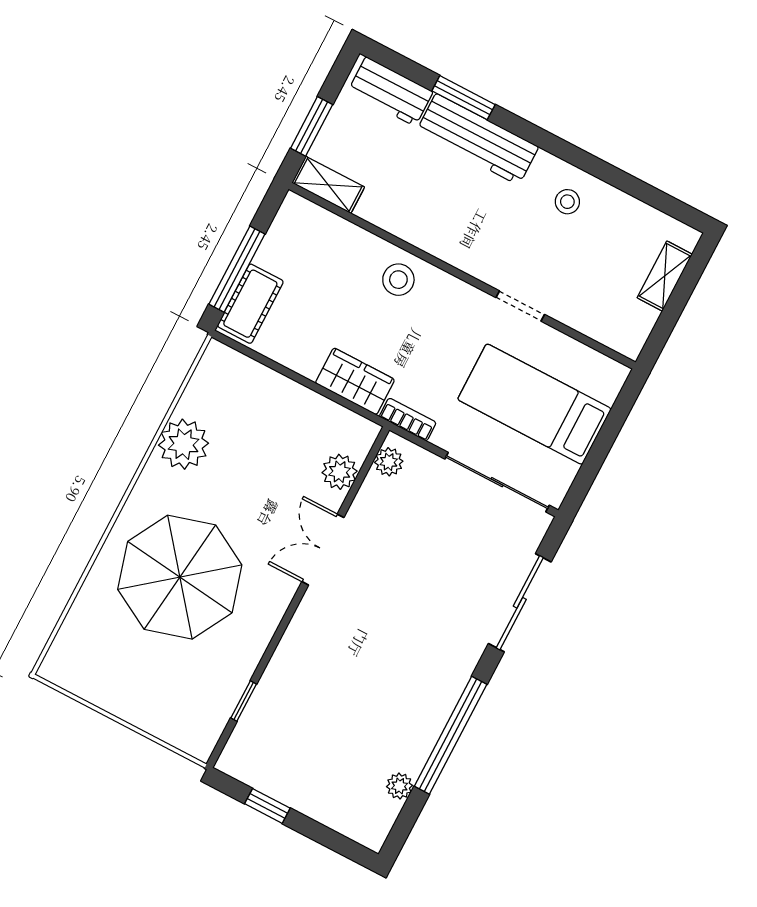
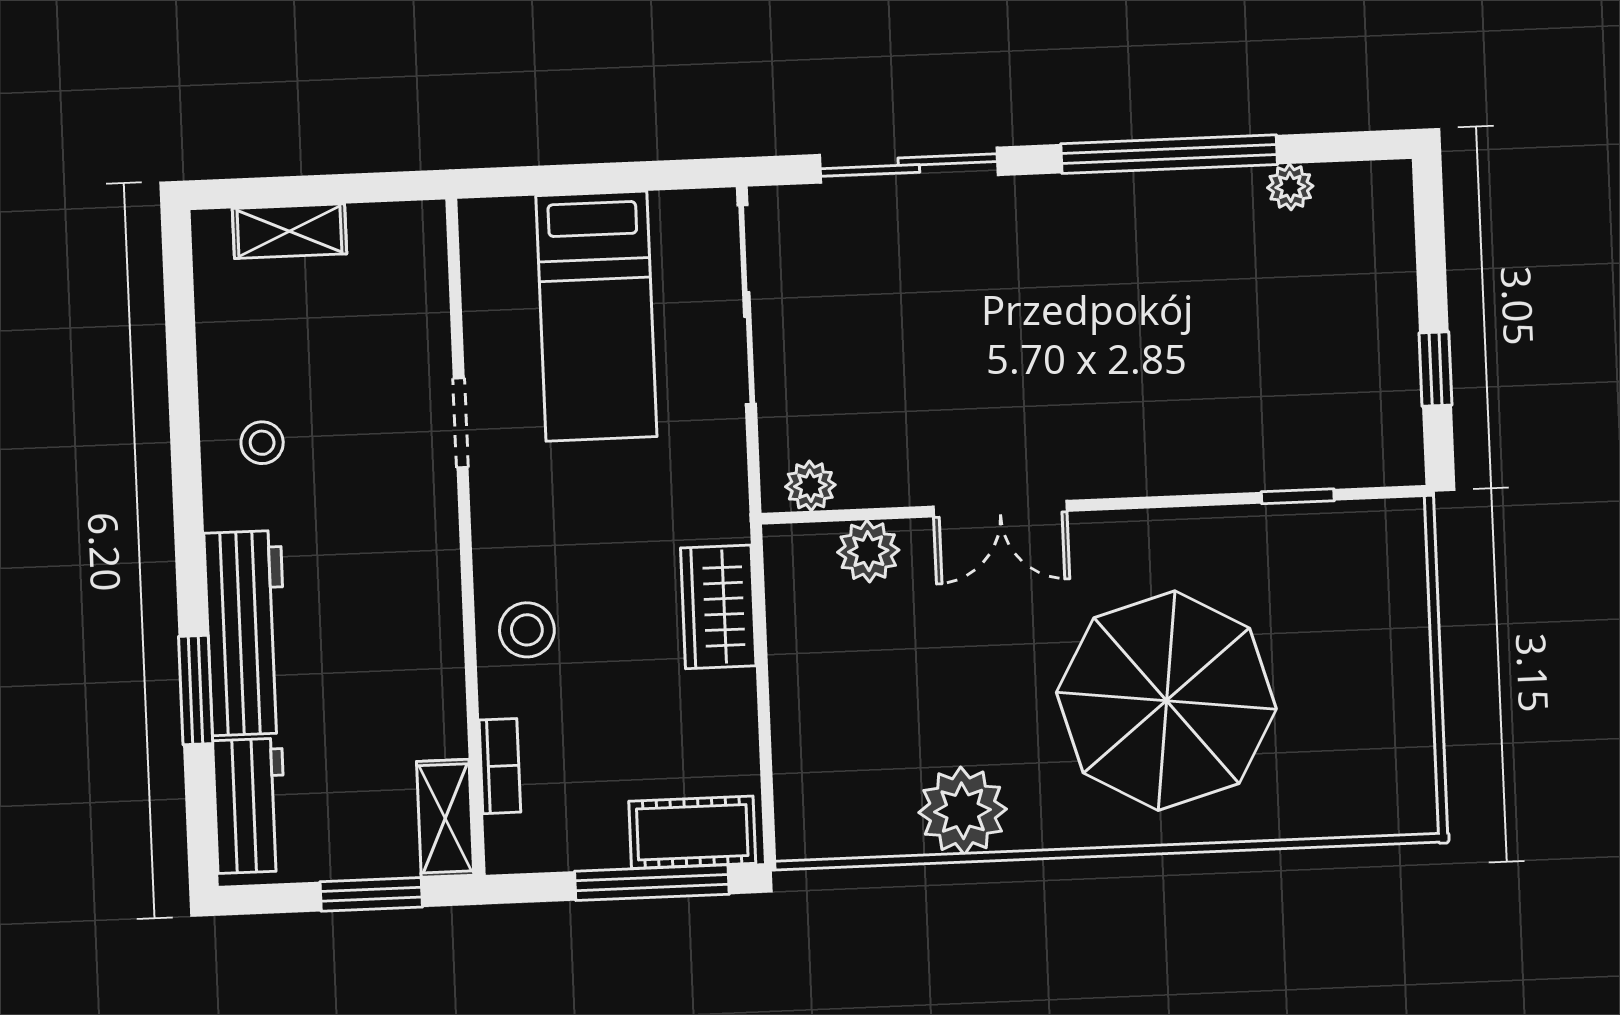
bookcase: (408, 419) -> (500, 766), moved, turned 180

